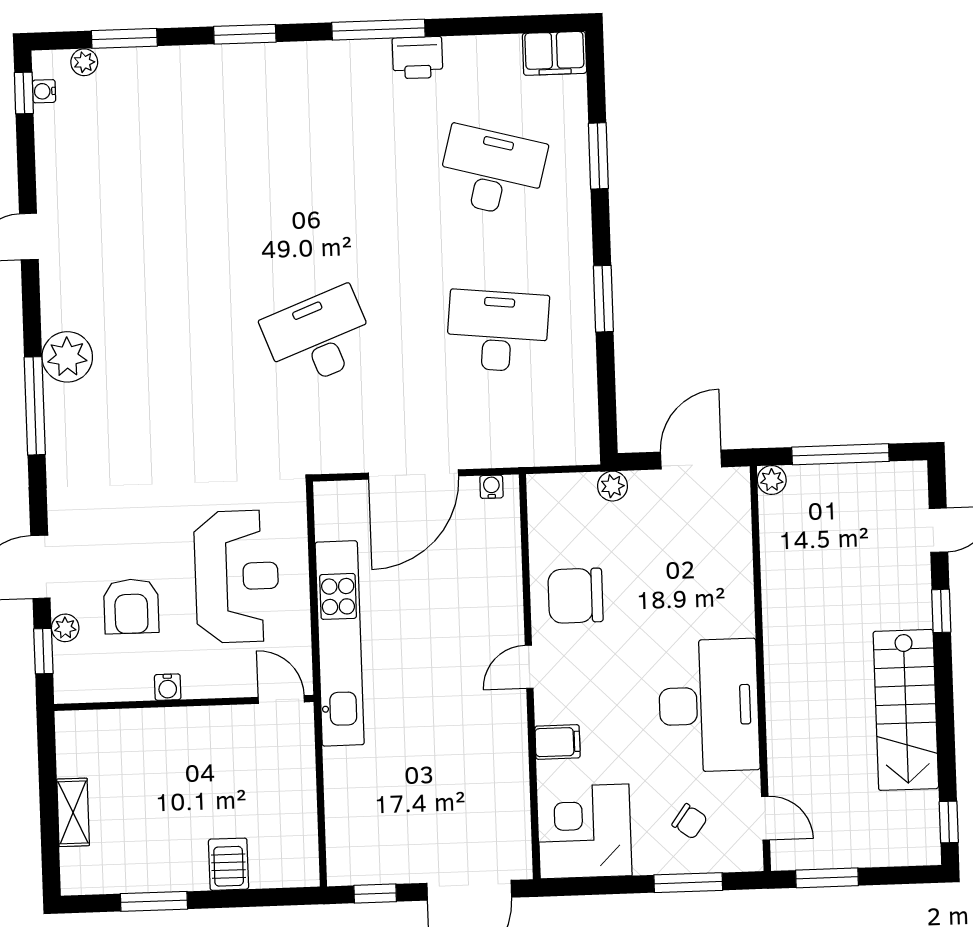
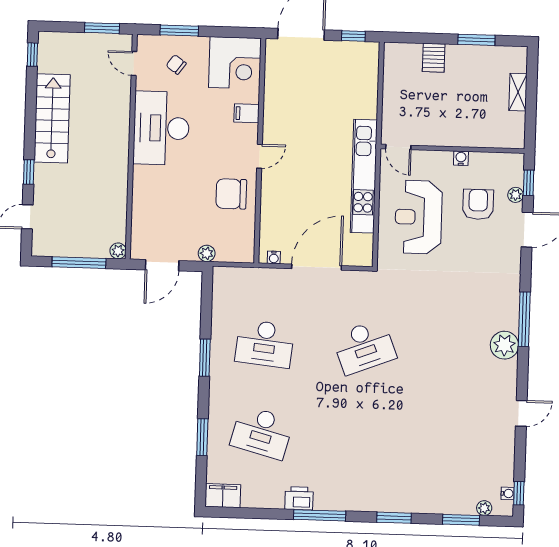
chair: (575, 596) -> (231, 194), turned 180

